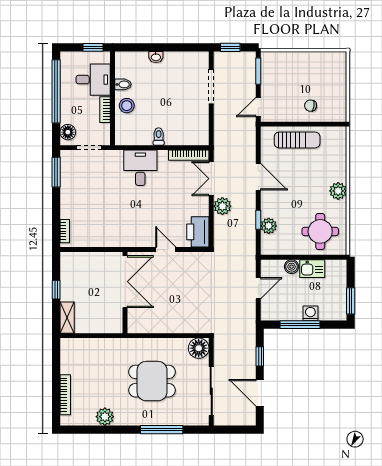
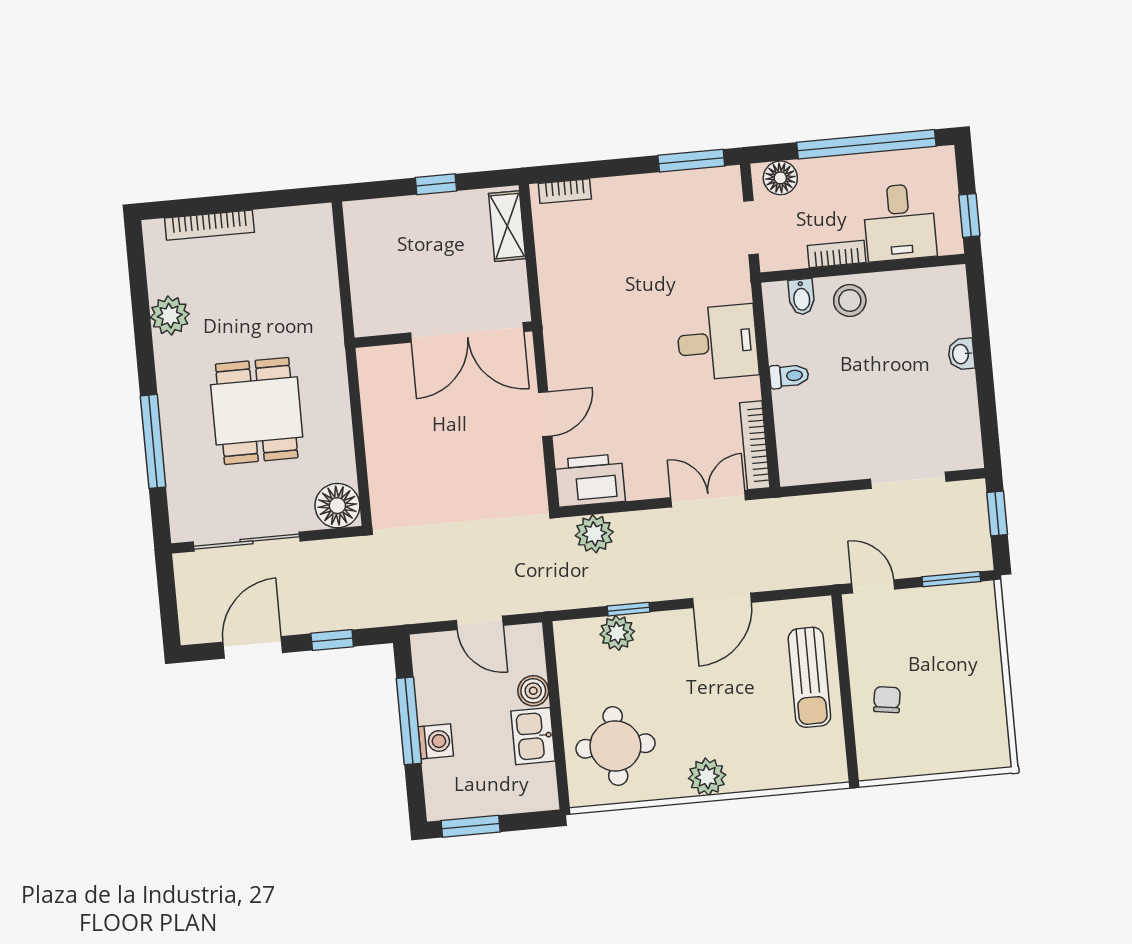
bidet: (123, 84) -> (802, 297), moved
plant: (222, 206) -> (594, 534), moved
shelving: (67, 318) -> (507, 226), moved, turned 90

